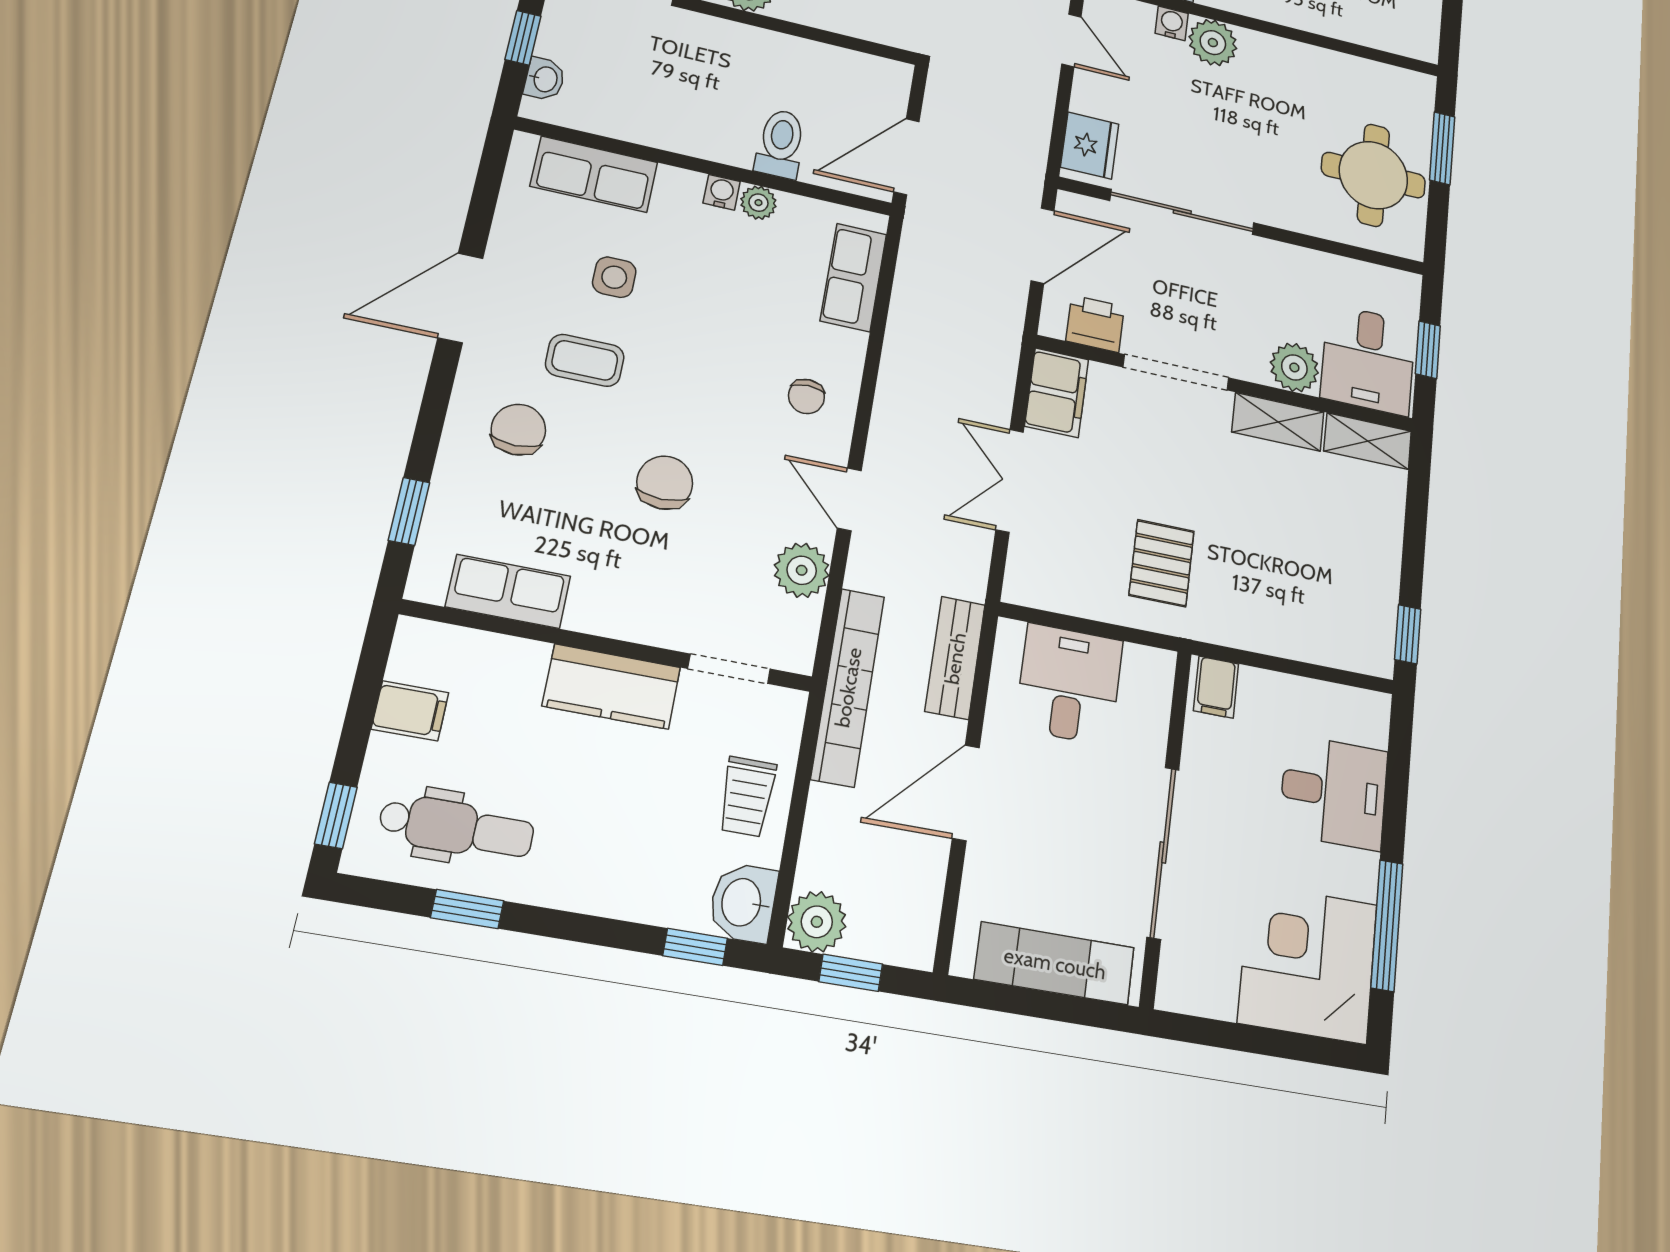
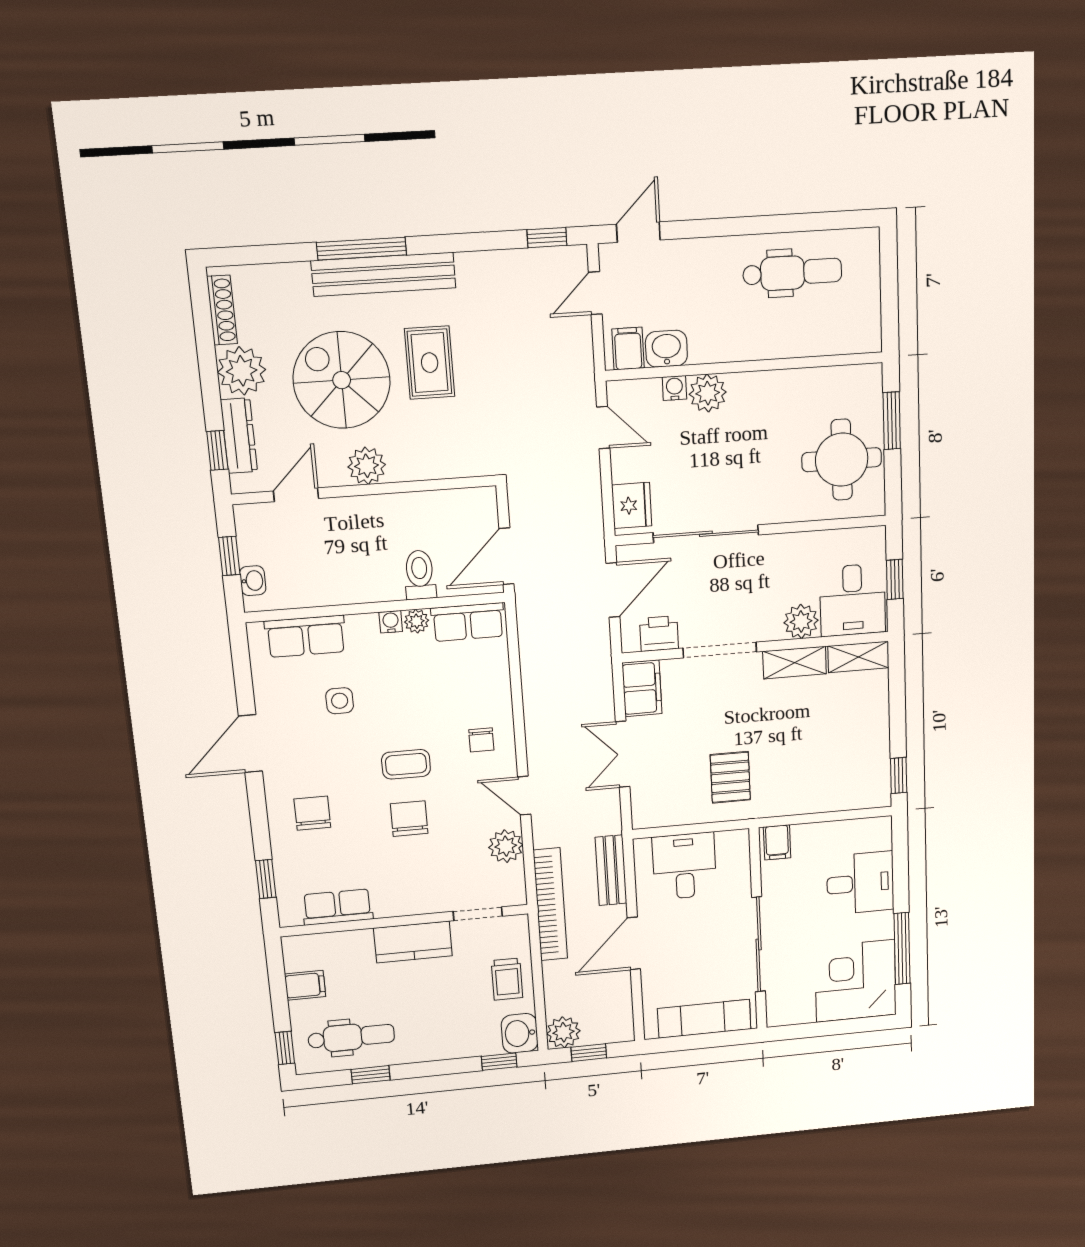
row of seats: (853, 277) -> (468, 622), moved, turned -90
coffee table: (585, 360) -> (406, 764), moved

